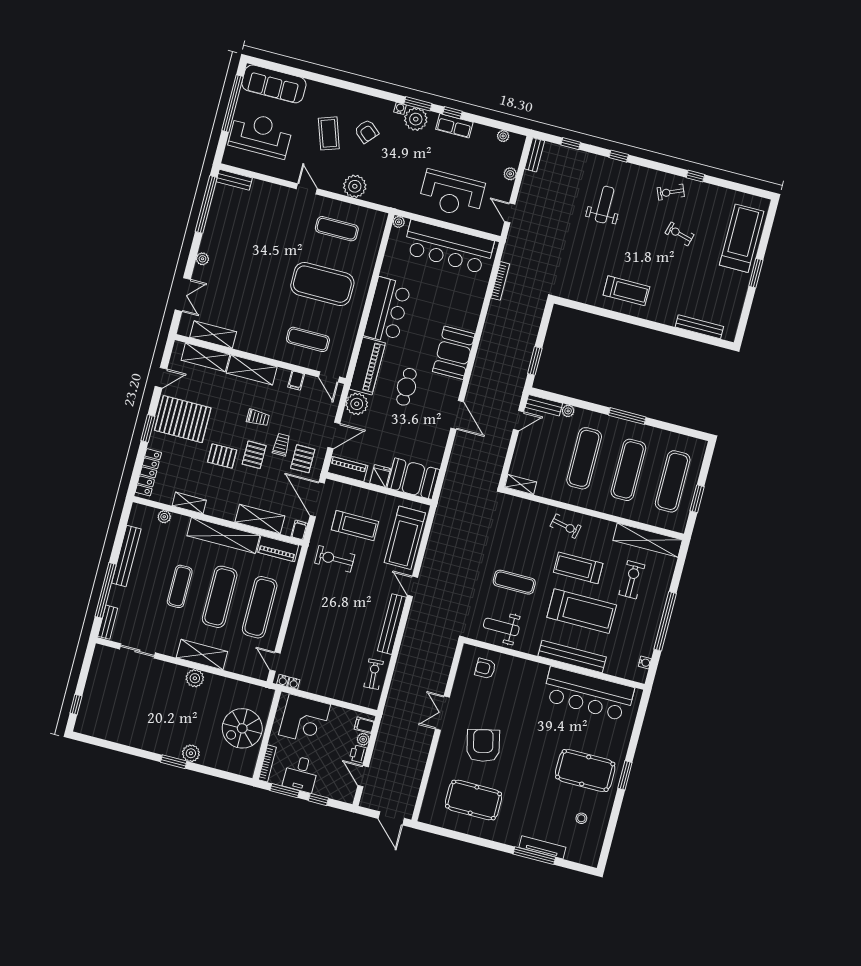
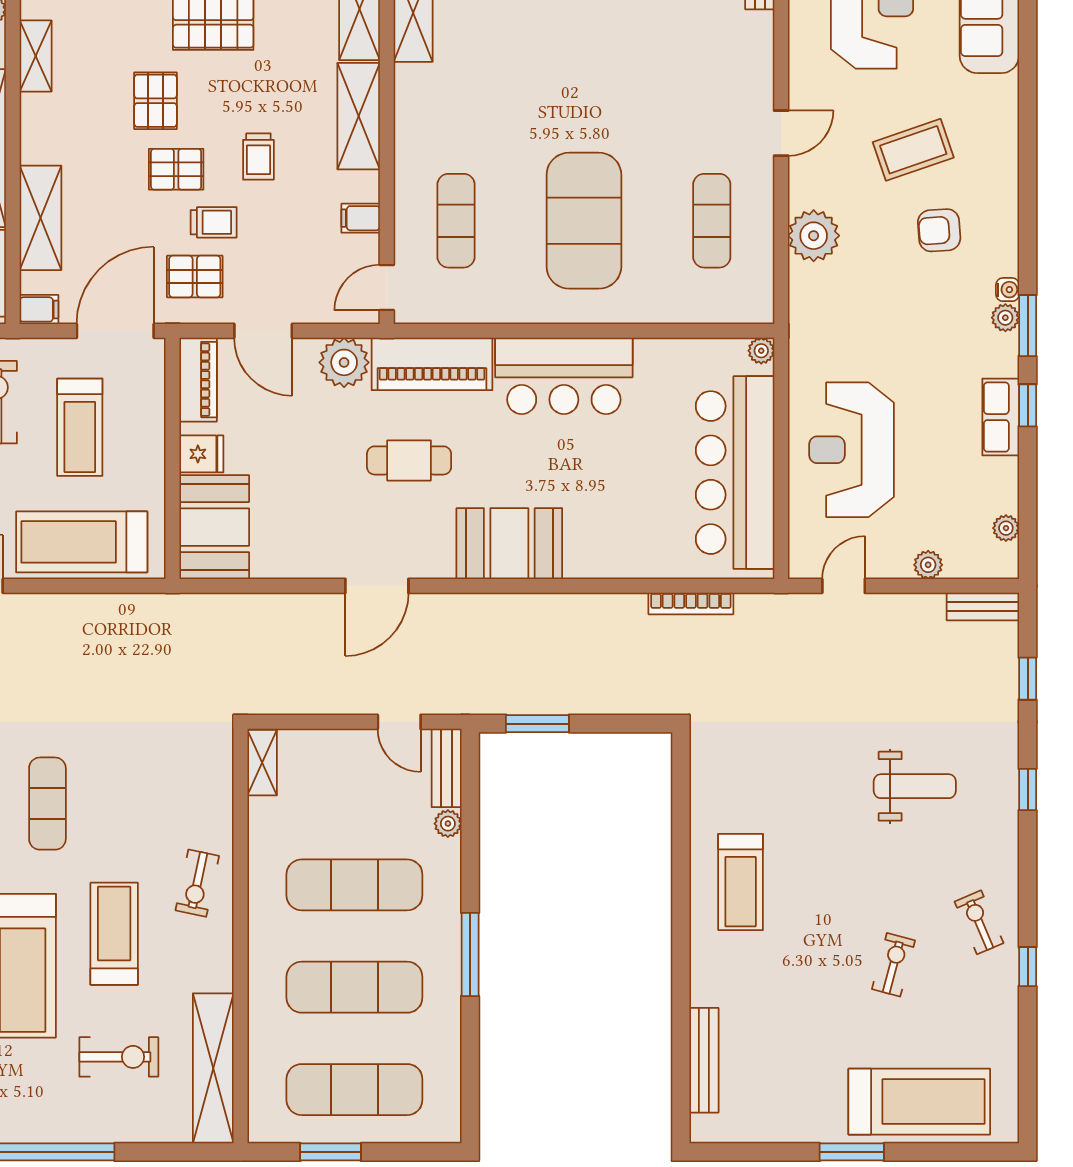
plant: (416, 119) -> (1005, 318), width x0.53, depth x0.53
armchair: (367, 131) -> (939, 230), turned 45

